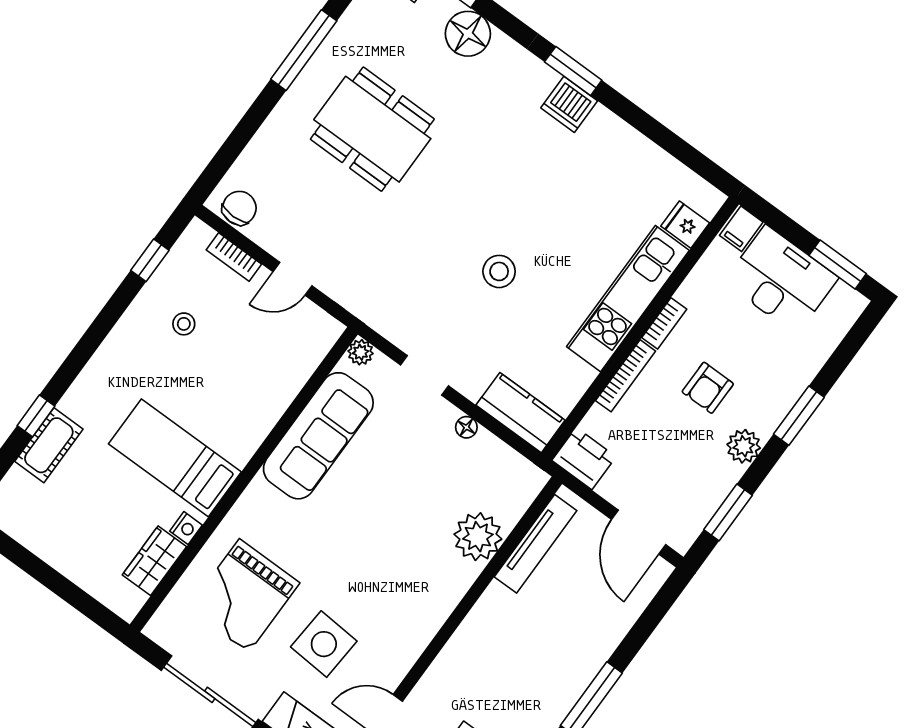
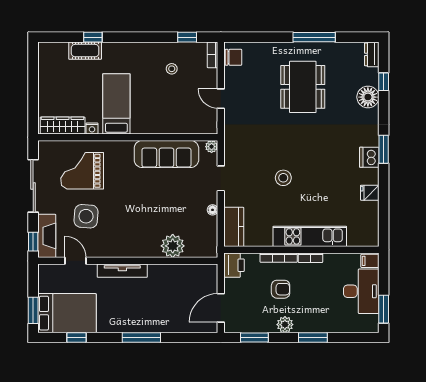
fridge: (685, 225) -> (370, 193), moved, turned -90
bookcase: (234, 257) -> (213, 55), moved
armchair: (708, 388) -> (281, 289), moved, turned 180
tv unit: (536, 544) -> (122, 271), moved
wardrobe: (154, 561) -> (63, 125), width x1.50

